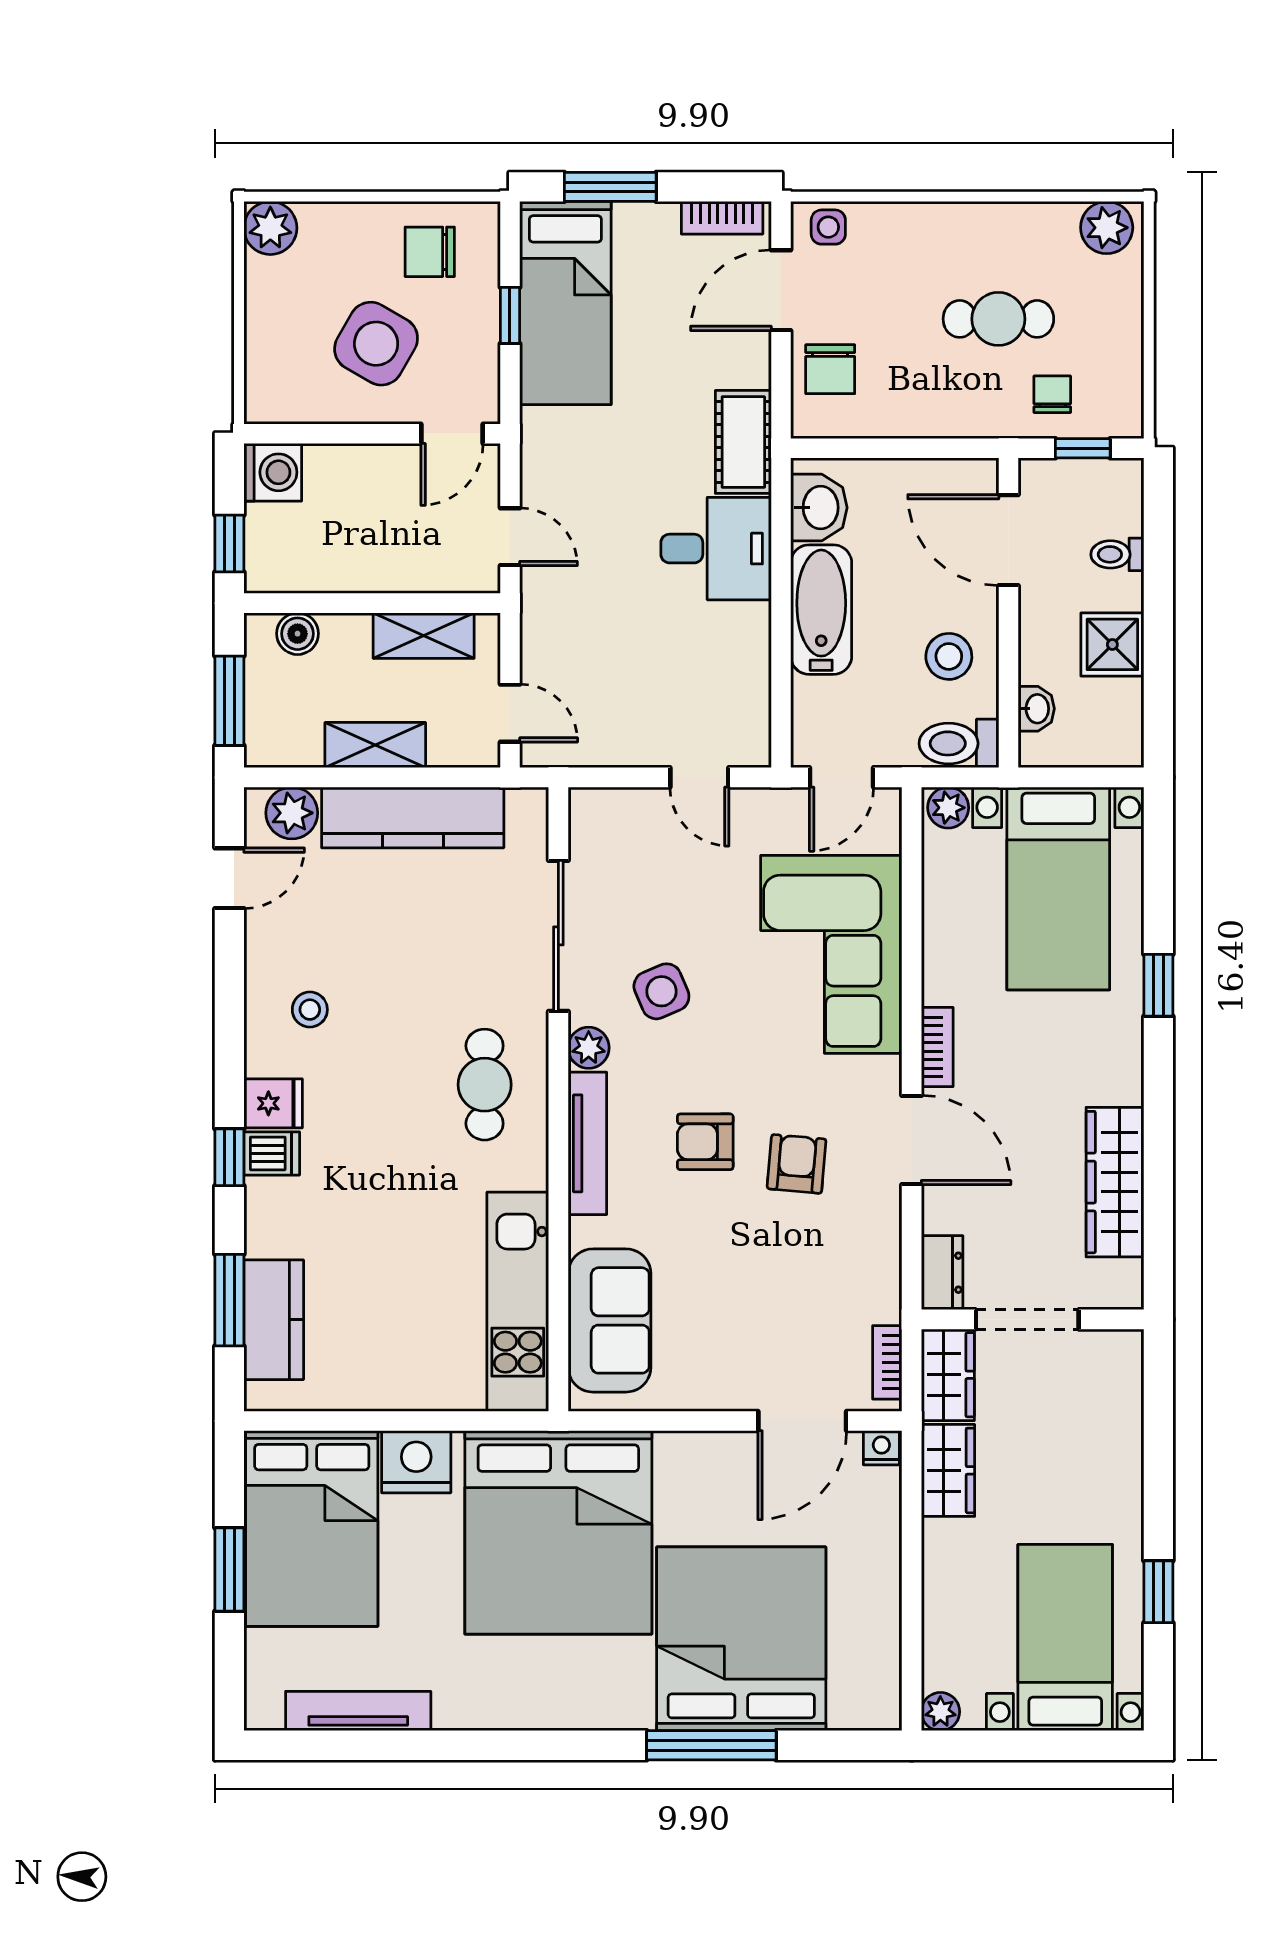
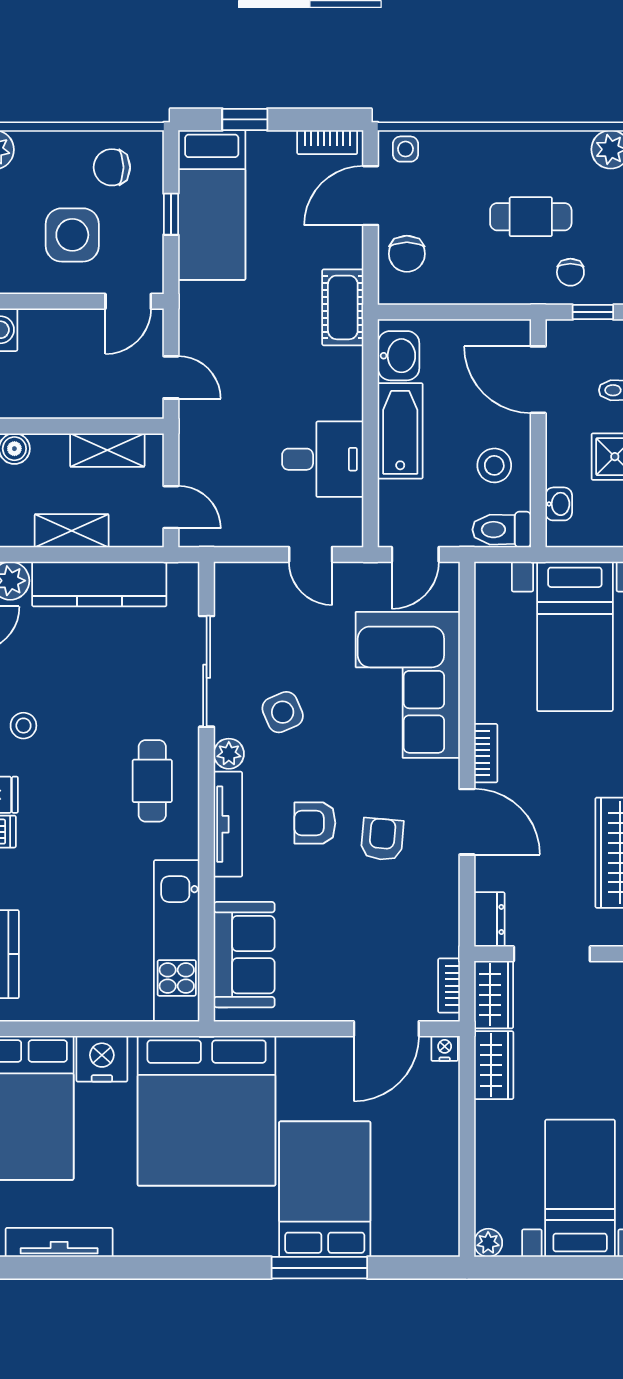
window: (610, 187) -> (245, 119), width x0.67
side table: (376, 344) -> (72, 235), turned -30
chair: (1052, 394) -> (570, 272), turned 180
desk: (716, 549) -> (323, 459), moved
plant: (948, 808) -> (494, 577), removed
bed: (741, 1639) -> (325, 1189), width x0.73

